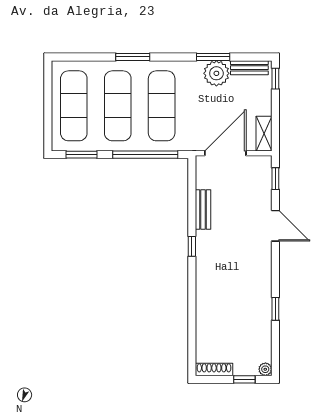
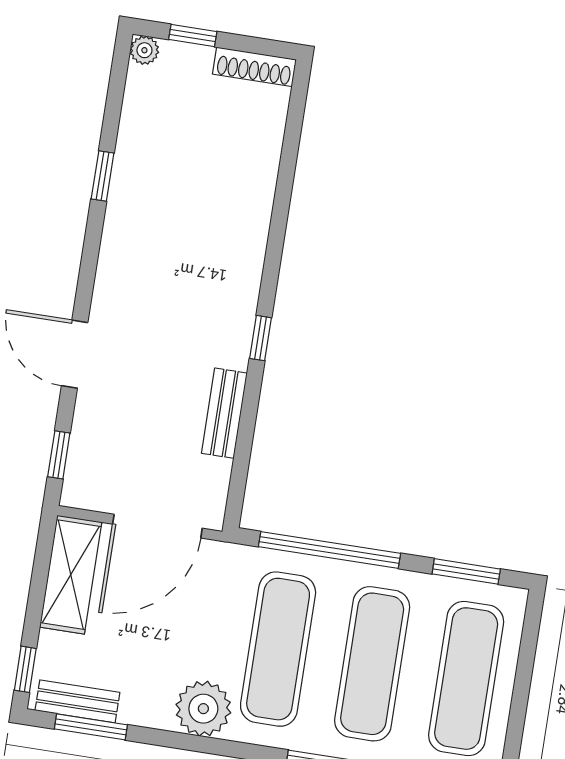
window: (213, 57) -> (91, 727), moved
plant: (216, 73) -> (203, 709), moved
shelving: (264, 134) -> (71, 575), width x1.50, depth x1.33

